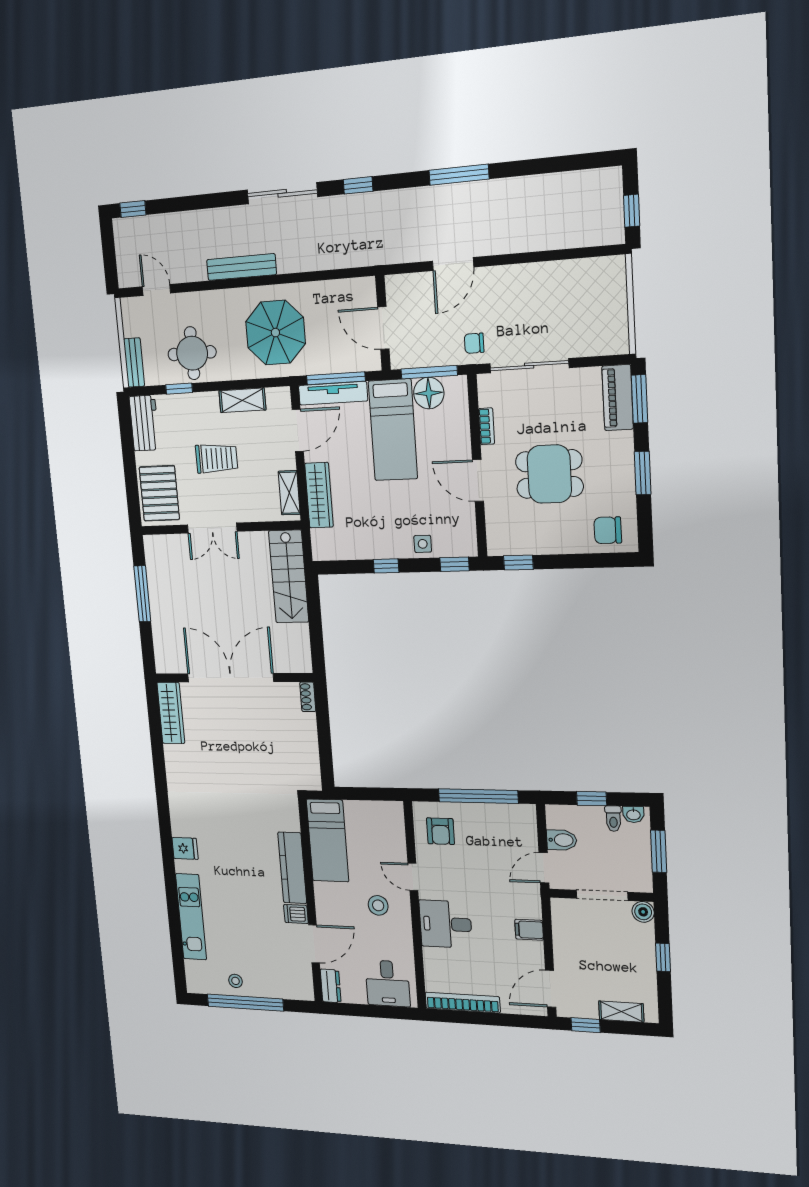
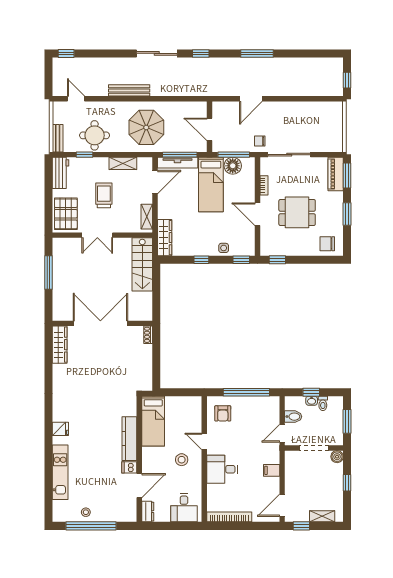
trolley: (216, 458) -> (104, 195), turned -90
wardrobe: (319, 495) -> (165, 238), moved
washbasin: (633, 814) -> (312, 401), moved

